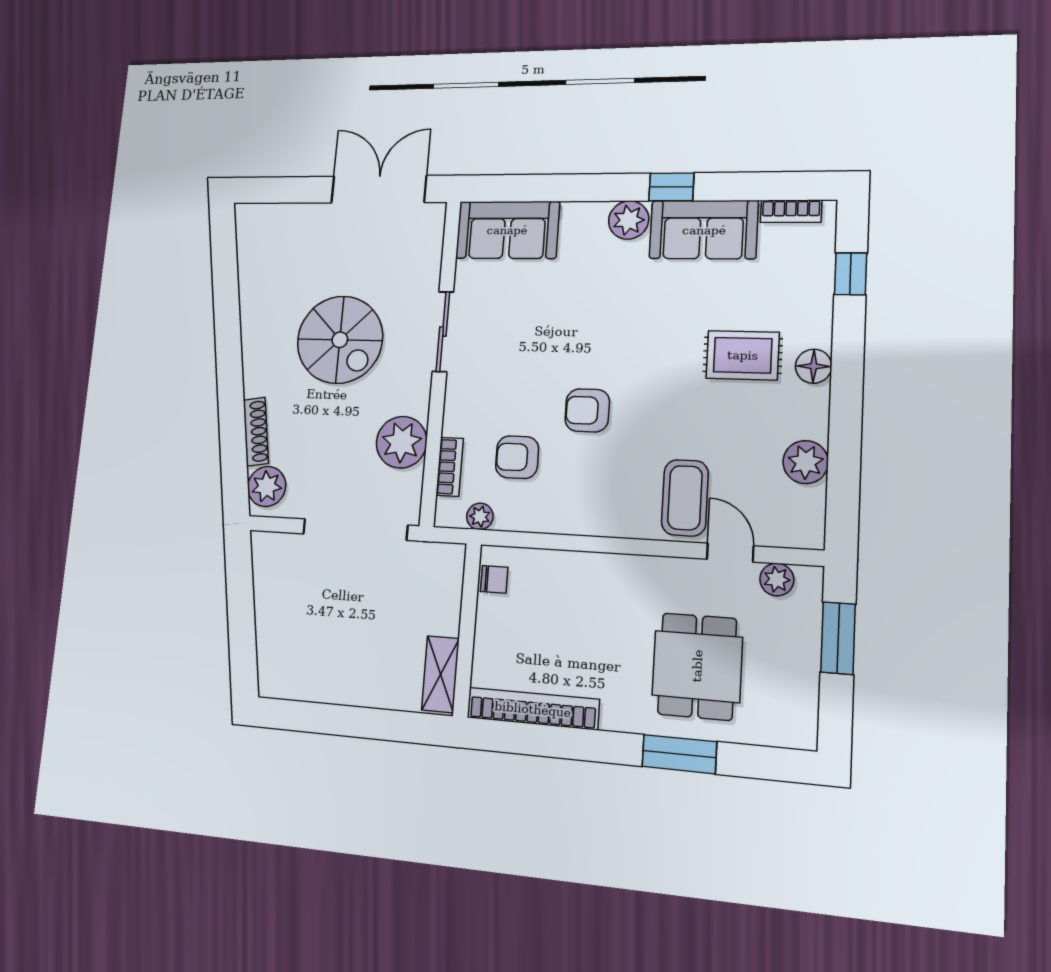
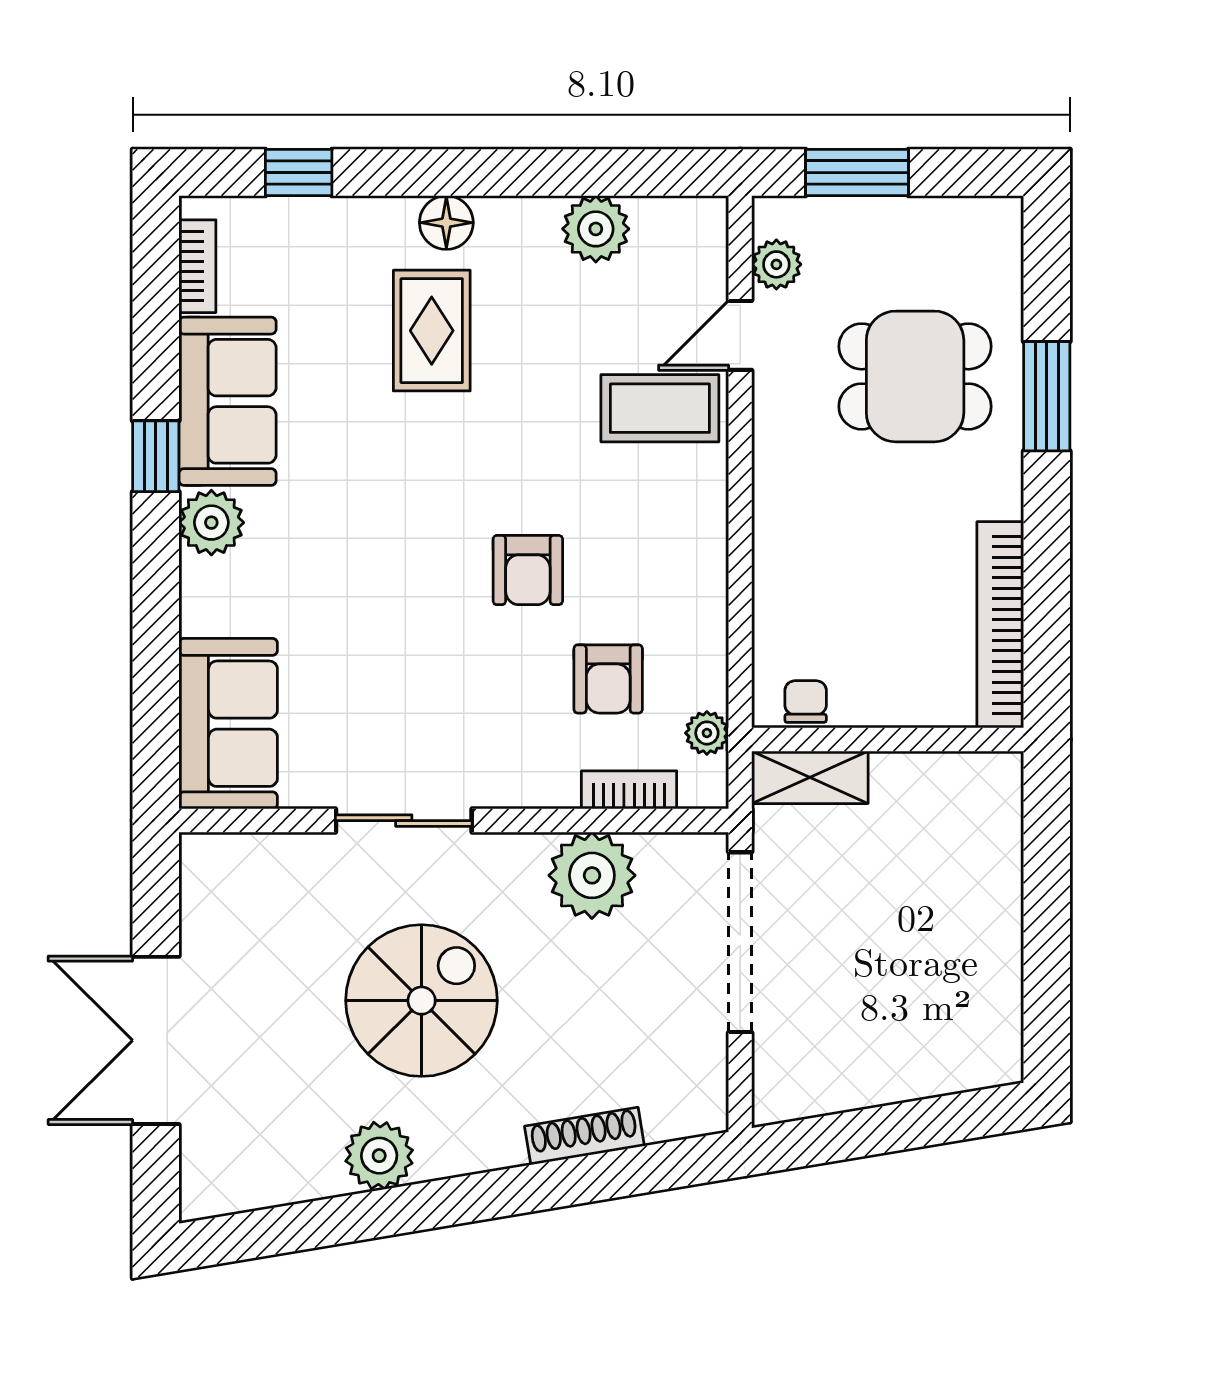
double door: (379, 189) -> (156, 1040), moved
plant: (267, 487) -> (379, 1156), moved
shelving: (440, 674) -> (810, 777), moved

